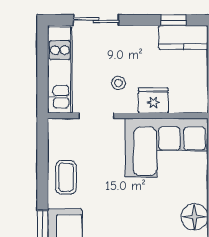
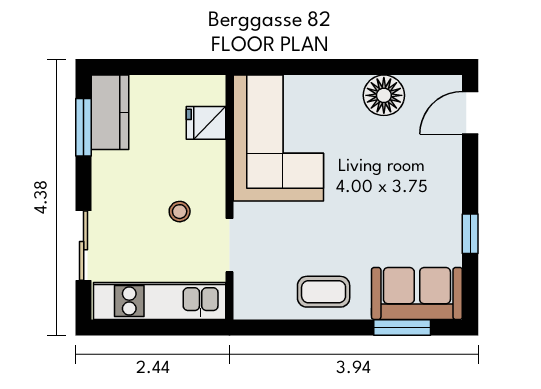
window: (174, 20) -> (84, 127), width x1.50
fridge: (153, 100) -> (206, 123), moved, width x0.72

